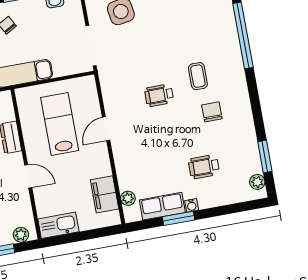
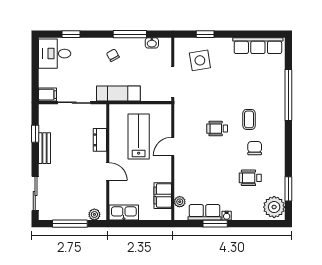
wheelchair: (204, 167) -> (250, 178), moved
plant: (257, 182) -> (274, 207), width x1.88, depth x1.88

